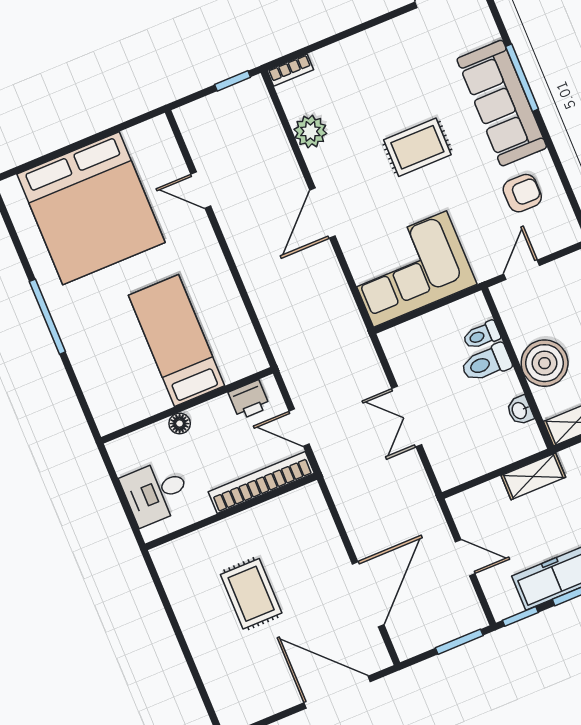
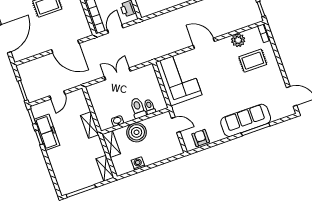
rug: (417, 147) -> (253, 61), moved, turned 90
armchair: (522, 193) -> (201, 138), moved, turned 180
door: (368, 594) -> (65, 46), moved

